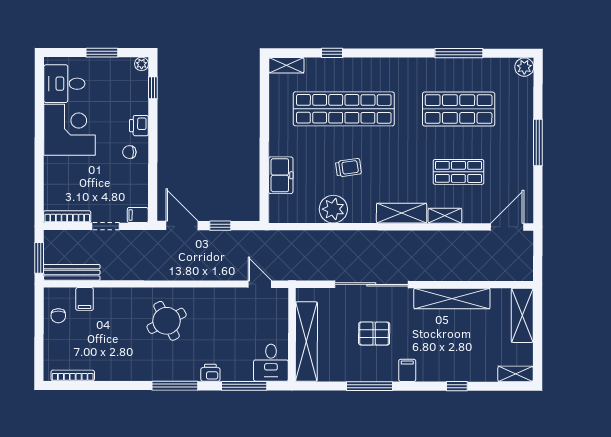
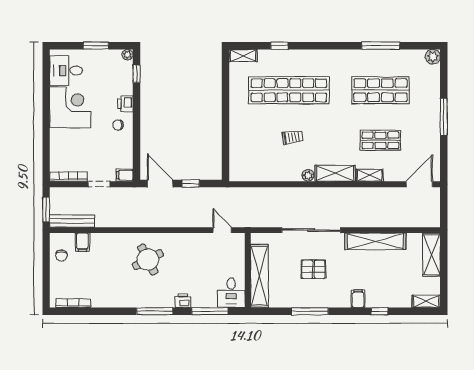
freezer: (281, 175) -> (239, 143), removed
plant: (333, 209) -> (308, 175), moved, width x0.53, depth x0.53
filing cabinet: (407, 370) -> (358, 299), moved

